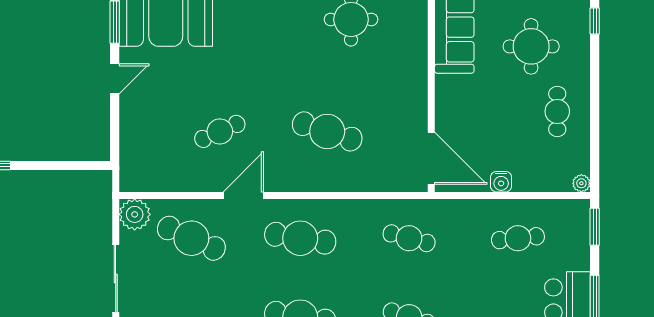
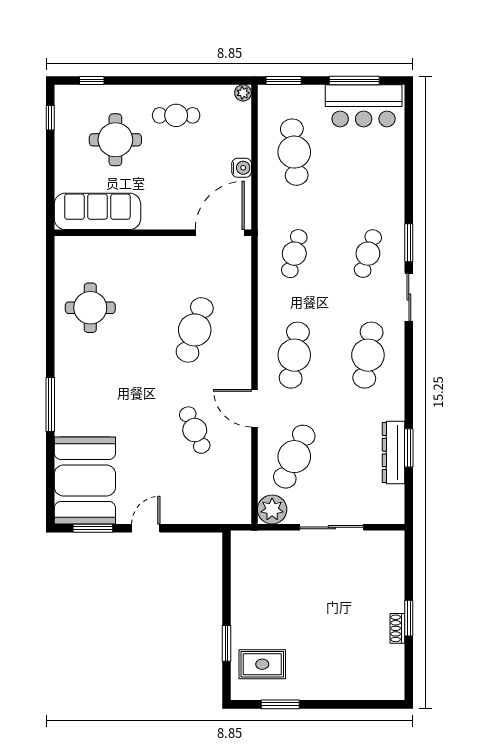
door: (115, 79) -> (146, 528), hinge flipped
cafe table: (518, 238) -> (294, 152), width x1.37, depth x1.35

